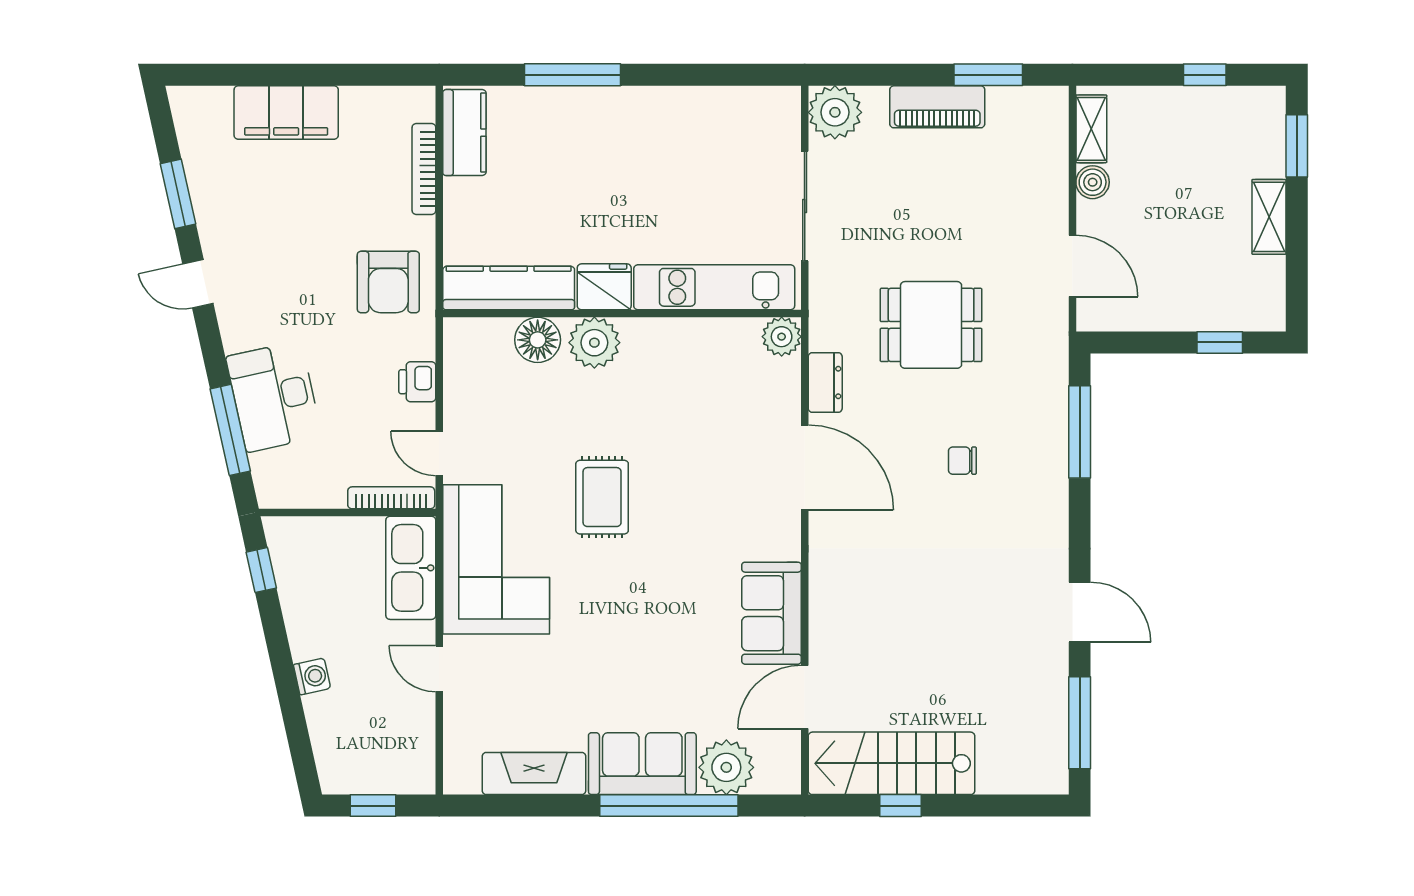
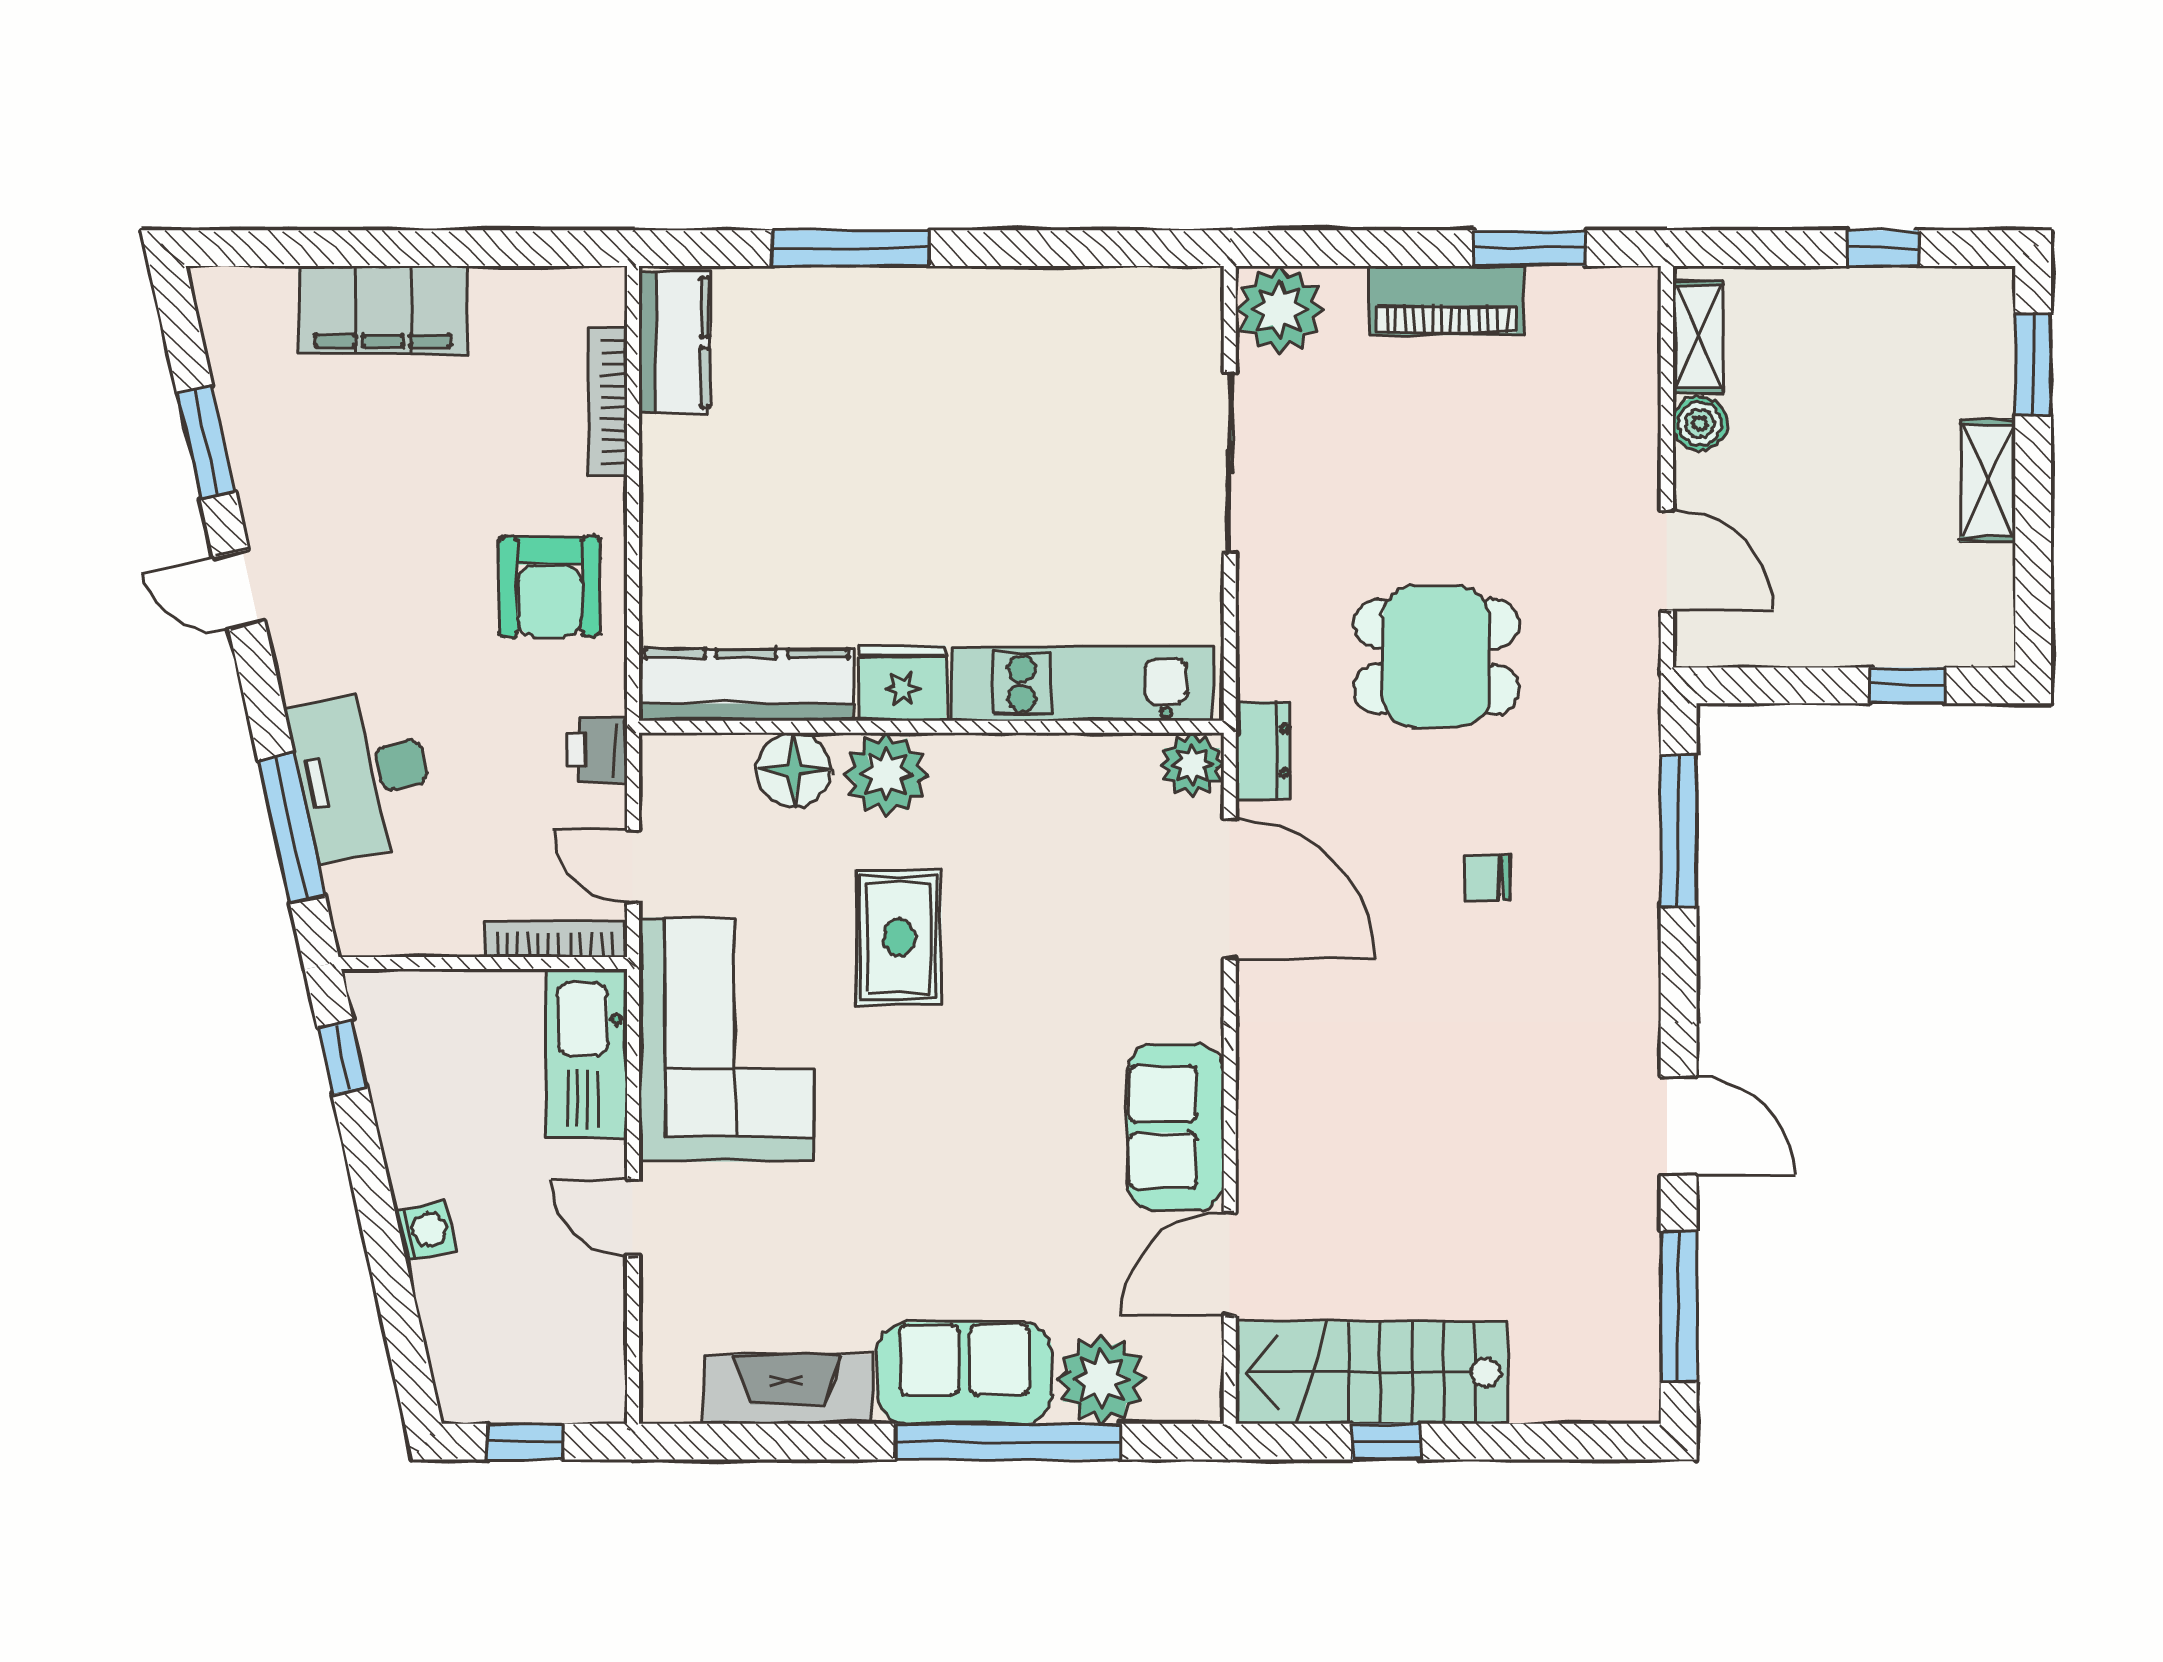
fridge: (604, 287) -> (902, 683), moved
kitchen unit: (714, 287) -> (1082, 684), moved
kitchen counter: (509, 288) -> (746, 685), moved
wall: (622, 314) -> (931, 727), moved
plant: (782, 337) -> (1192, 764), moved
floor lamp: (538, 340) -> (794, 770), moved
plant: (594, 343) -> (886, 774), moved

